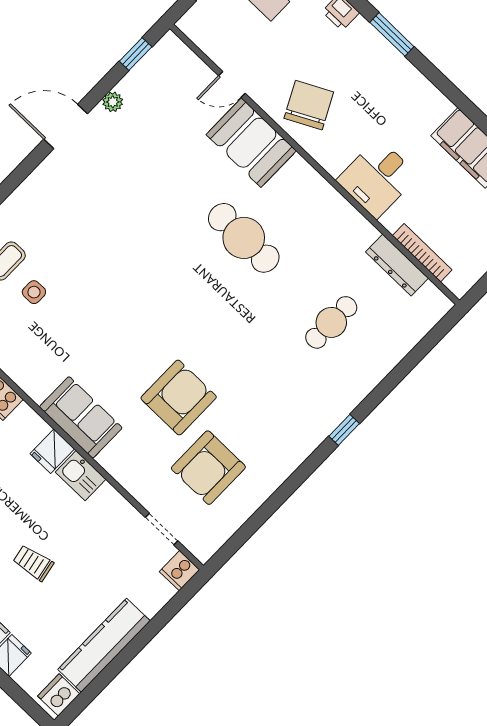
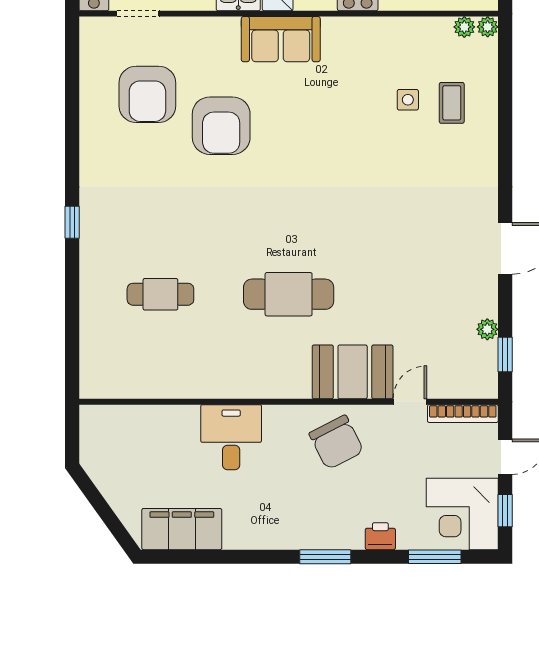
plant: (113, 102) -> (487, 329), moved
bookcase: (422, 253) -> (463, 414), moved
dresser: (397, 265) -> (153, 386), removed
cafe table: (331, 322) -> (160, 294), turned 90
armchair: (208, 468) -> (147, 94), turned 180

